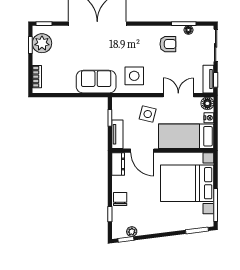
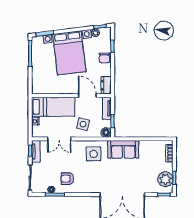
floor lamp: (207, 103) -> (106, 132), moved
bed with nightstands: (187, 183) -> (69, 53), moved, turned 83

